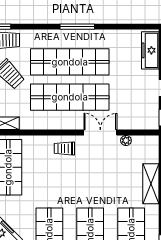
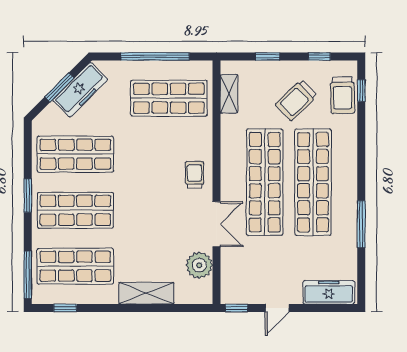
window: (77, 27) -> (361, 224), moved
plant: (126, 140) -> (199, 265), width x1.87, depth x1.87

